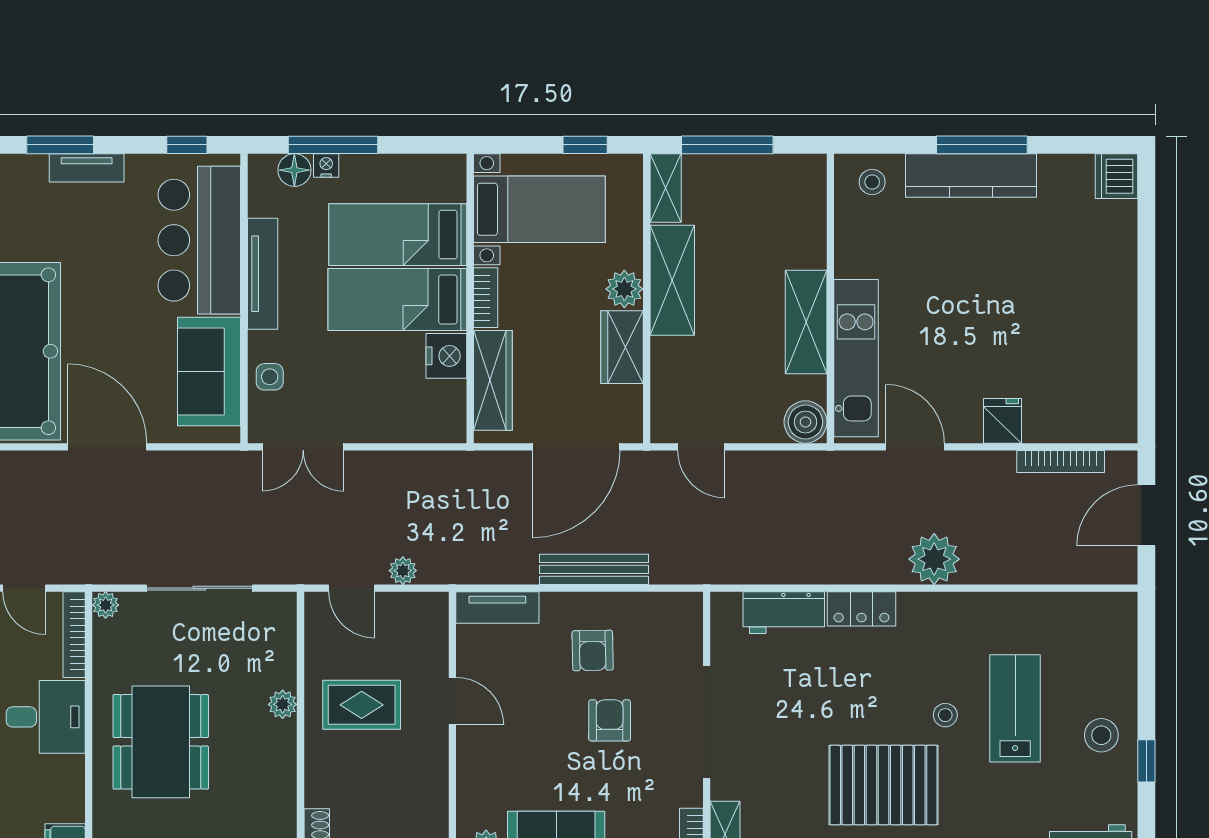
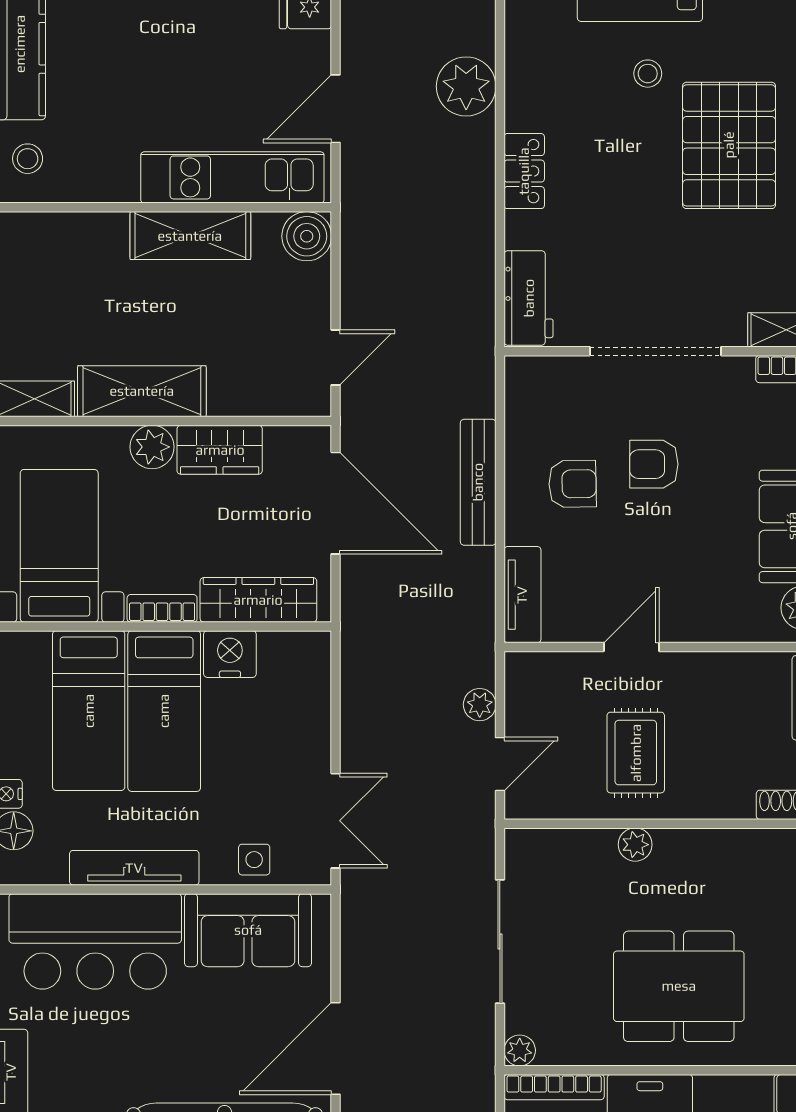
workbench: (784, 613) -> (529, 298), moved

